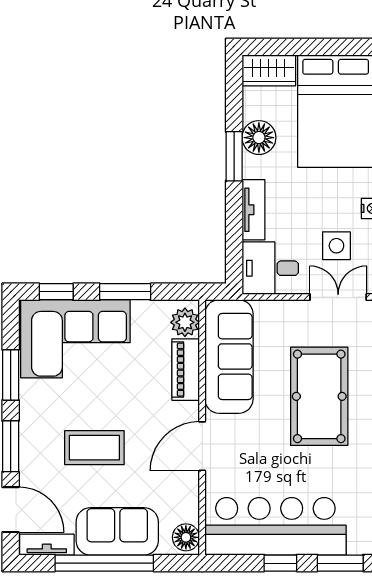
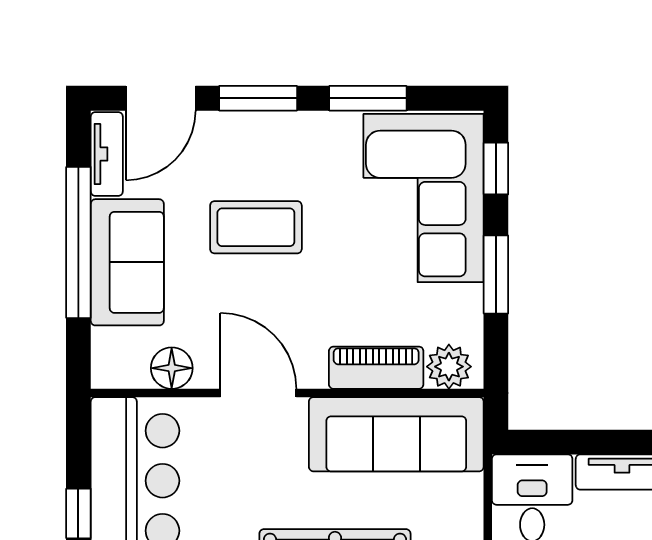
coffee table: (94, 448) -> (256, 227), turned 90
floor lamp: (186, 537) -> (172, 368), moved

